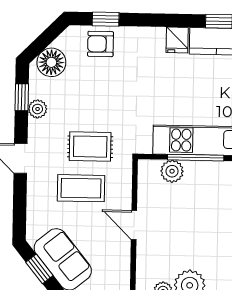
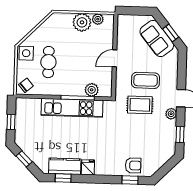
floor lamp: (51, 62) -> (162, 155), removed
plant: (38, 109) -> (171, 114), moved
door: (134, 225) -> (115, 58), swing flipped

